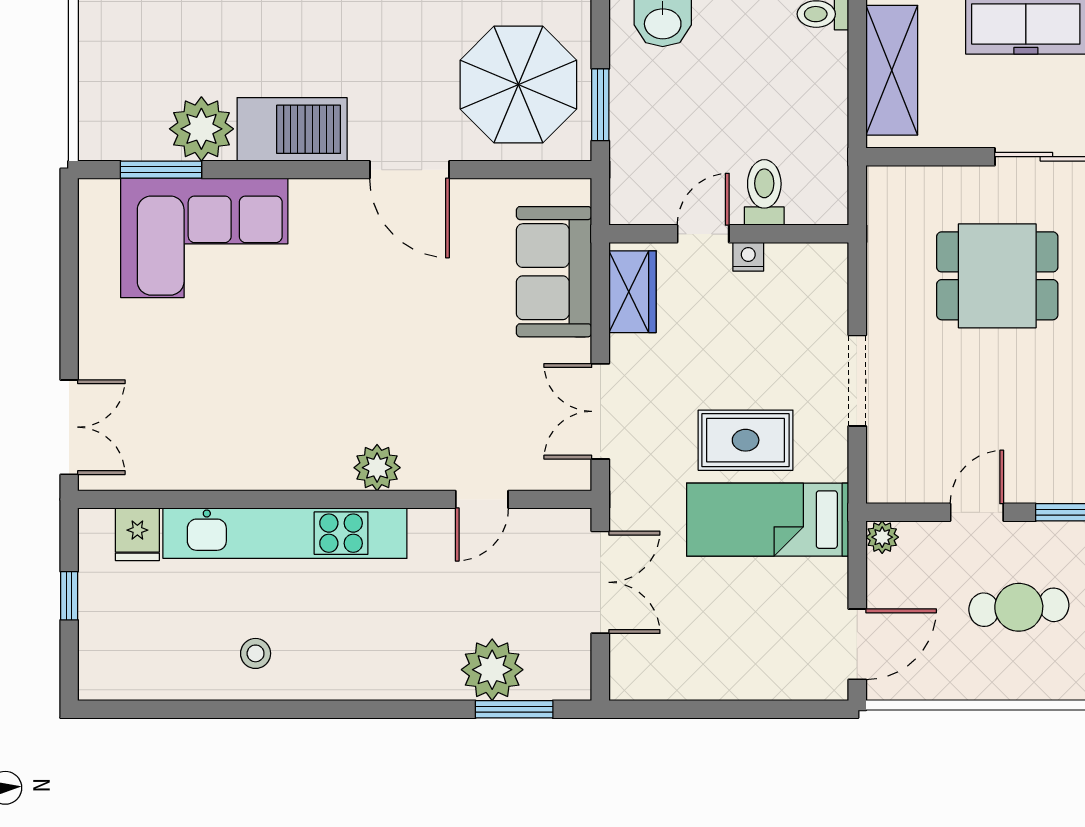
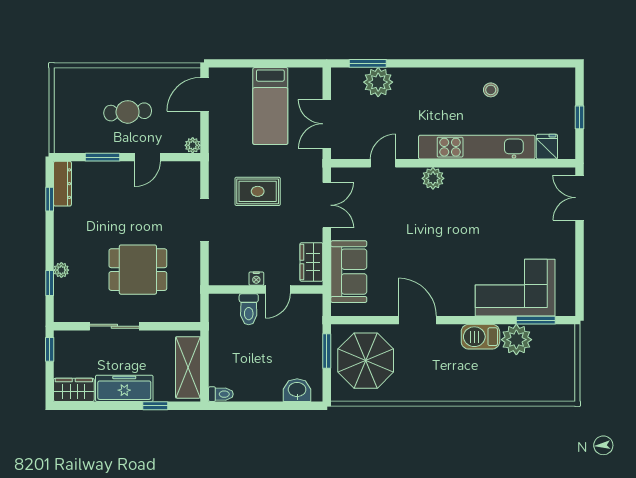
barbecue: (292, 129) -> (480, 337), width x0.73, depth x0.83
bed: (768, 520) -> (270, 106), moved, turned 90

